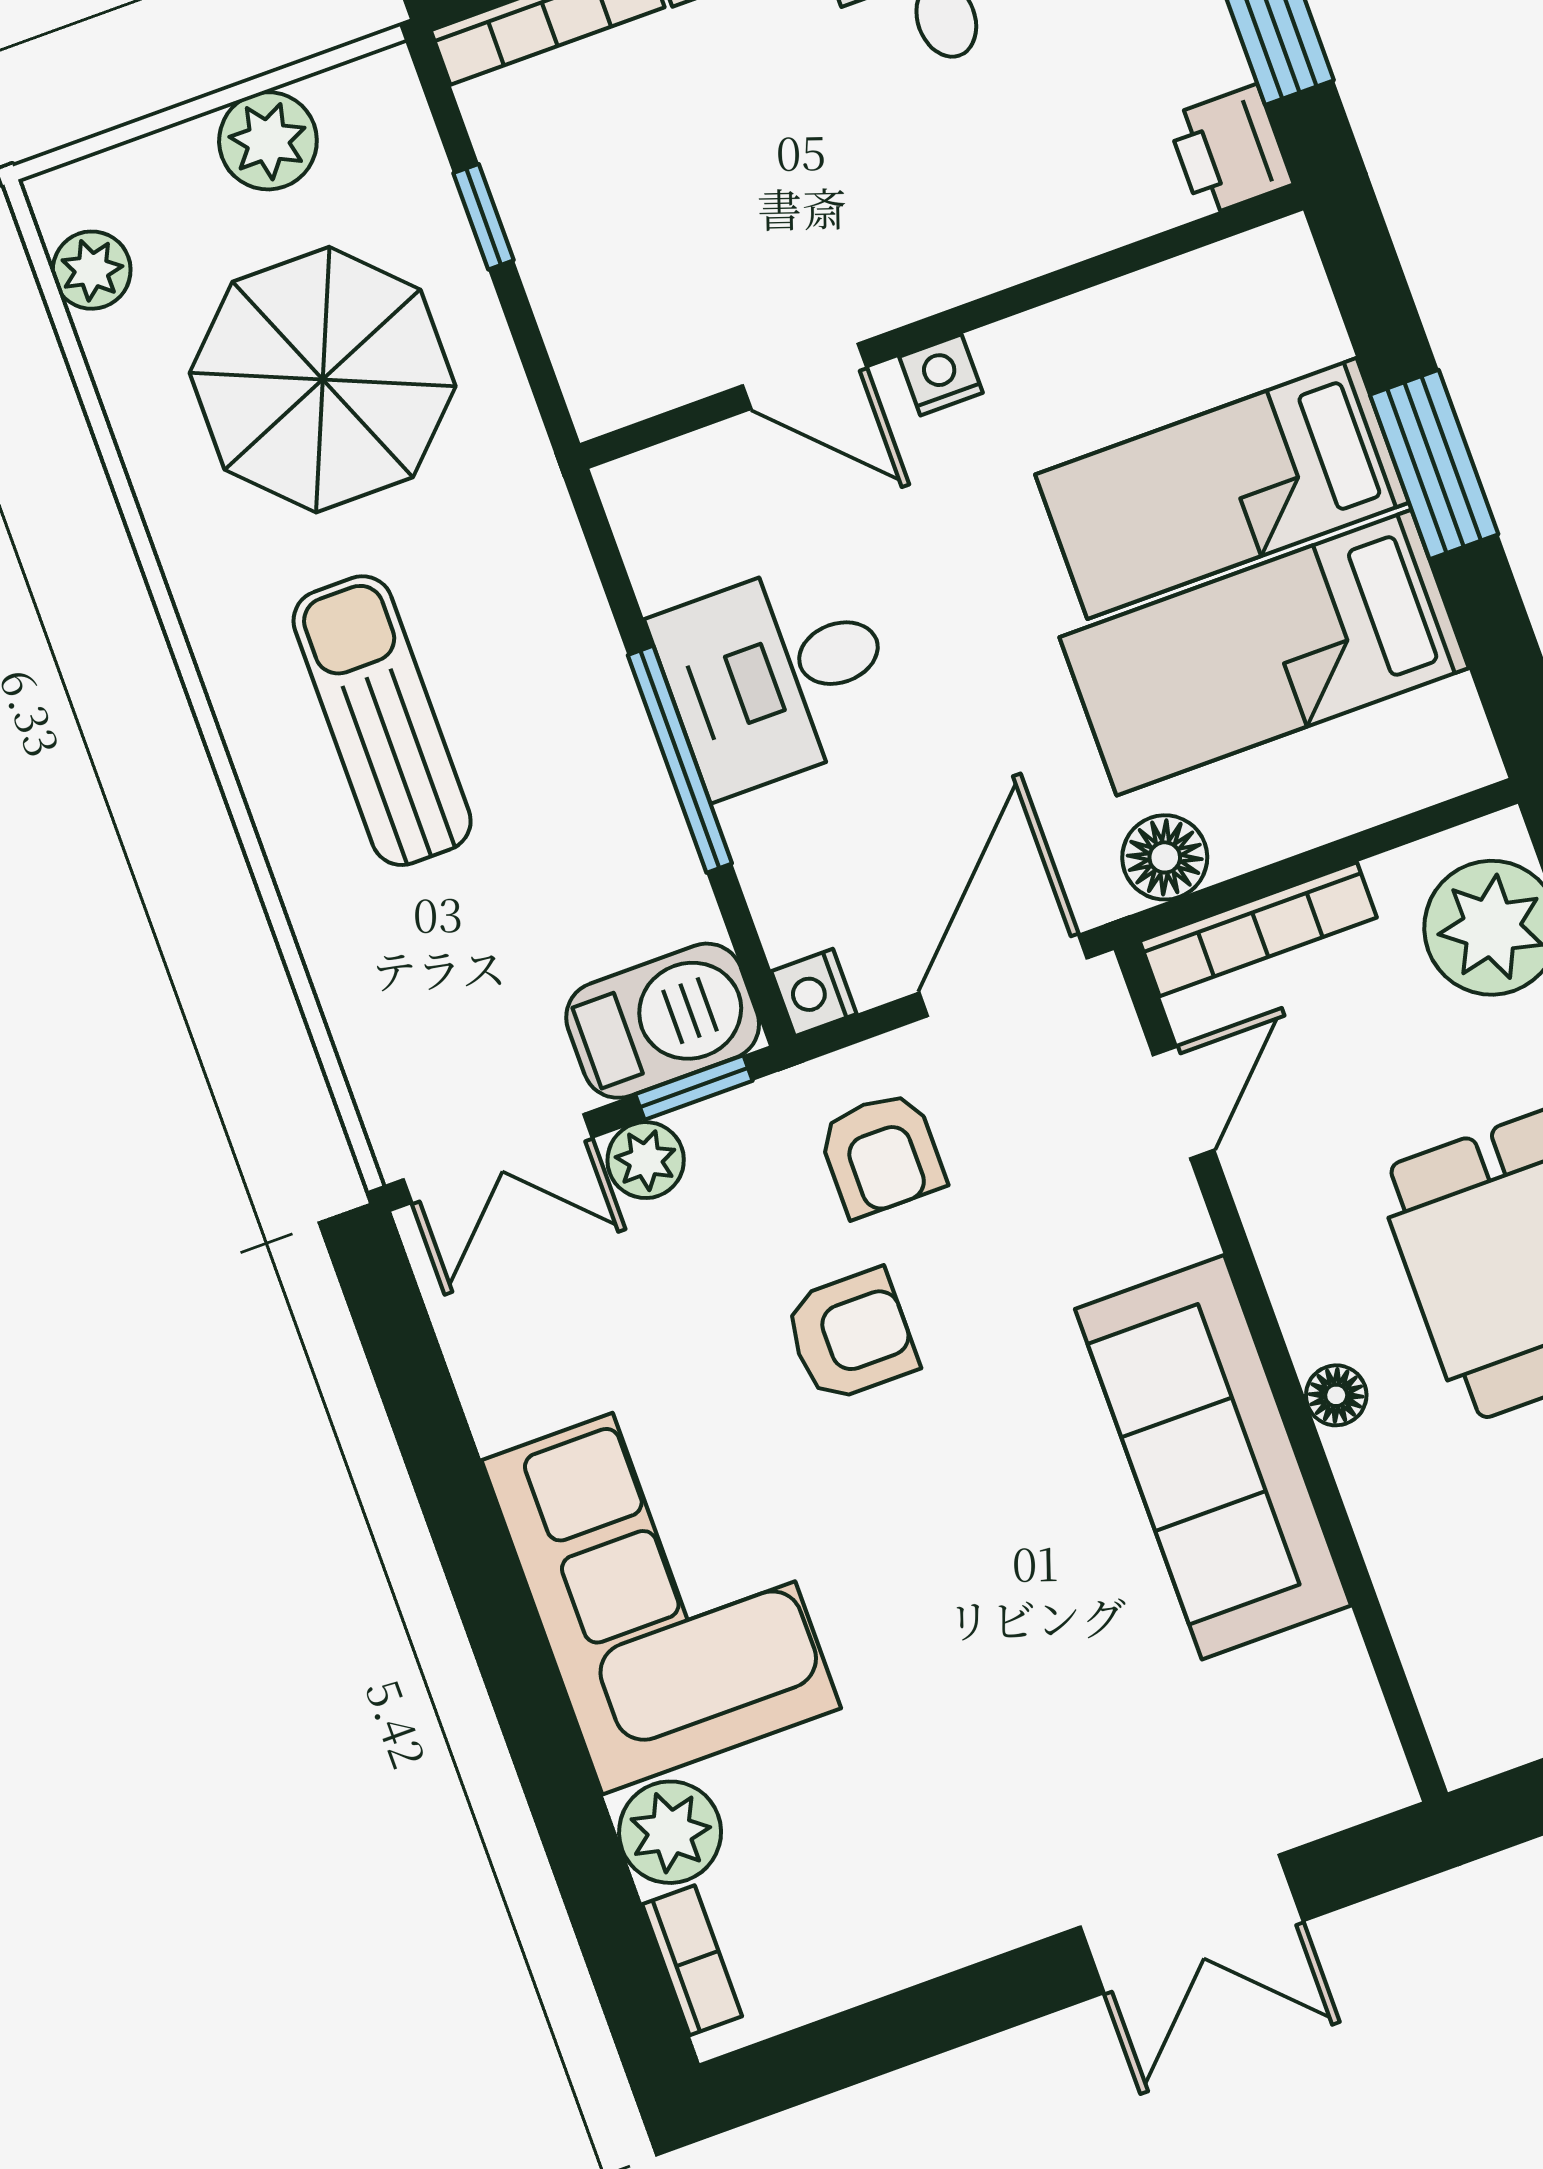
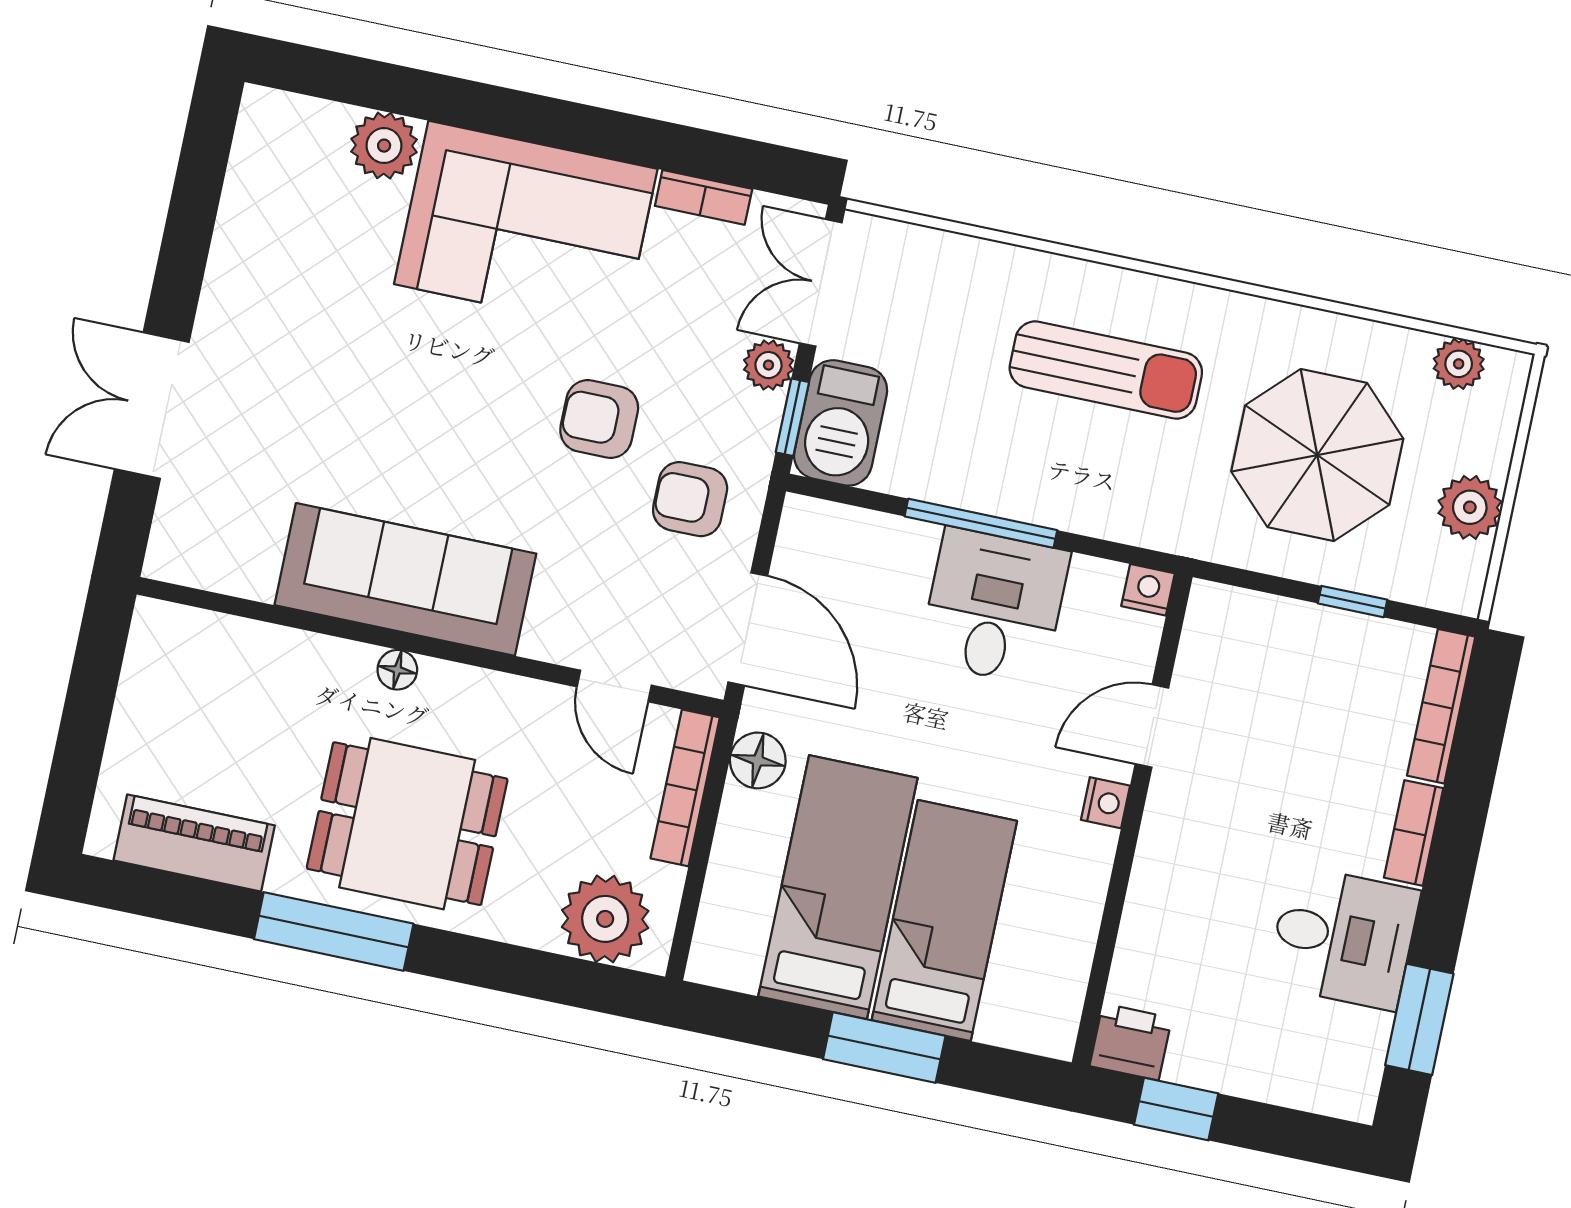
nightstand: (814, 993) -> (1148, 590), moved
armchair: (851, 1335) -> (599, 419), turned 90
bookcase: (692, 1960) -> (704, 197), moved

